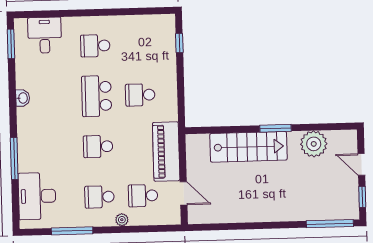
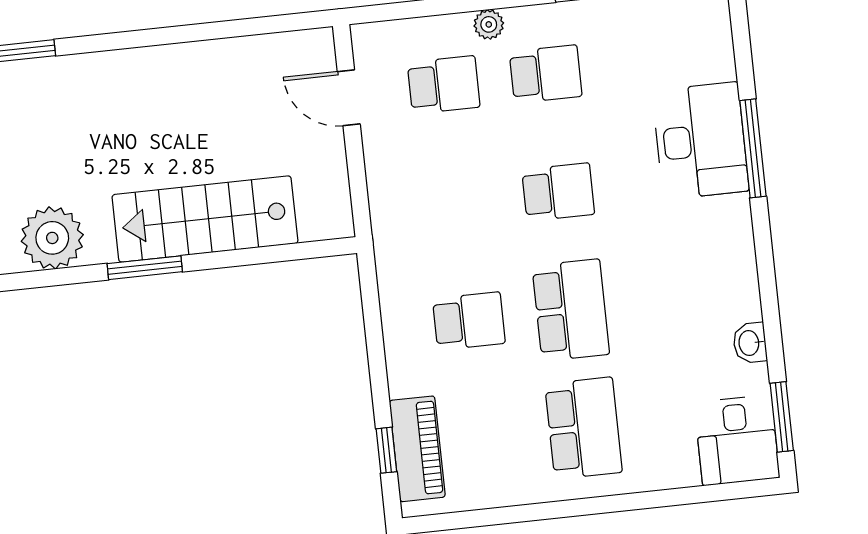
desk: (45, 35) -> (737, 440), moved
school desk: (95, 46) -> (583, 428), width x1.85
washbasin: (23, 98) -> (750, 343), moved
piano: (166, 152) -> (417, 449), moved, width x0.73, depth x0.75
desk: (37, 196) -> (701, 141), moved

